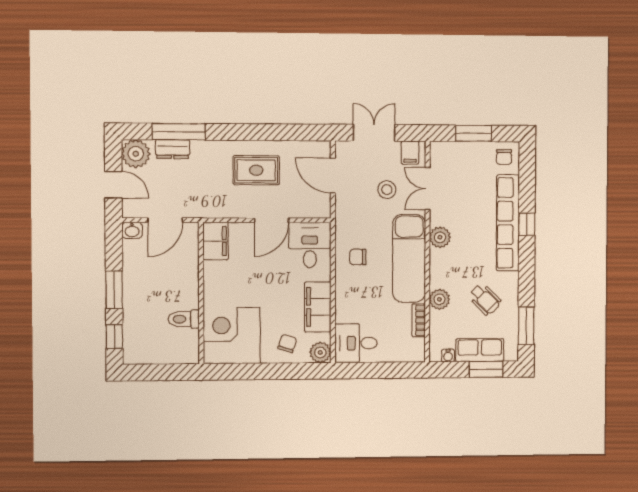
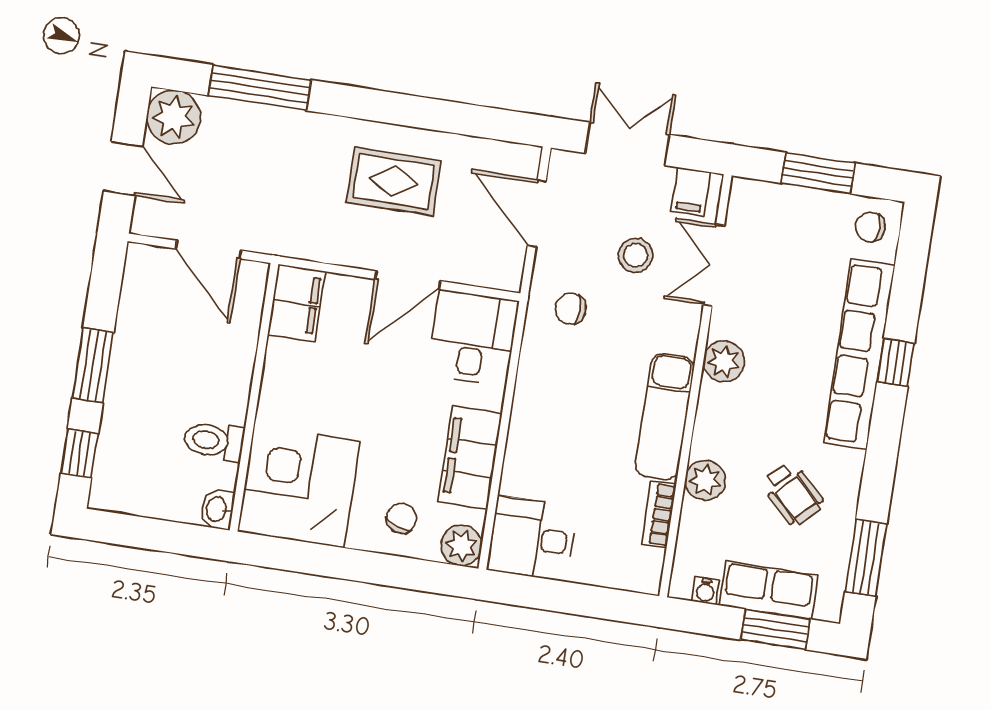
dresser: (173, 149) -> (243, 119), removed
chair: (504, 157) -> (870, 227), turned 90
door: (165, 220) -> (208, 250), hinge flipped
washbasin: (132, 230) -> (217, 509), moved, turned 90
chair: (358, 257) -> (571, 309), moved
exam couch: (409, 258) -> (665, 416), width x0.73, depth x0.69

